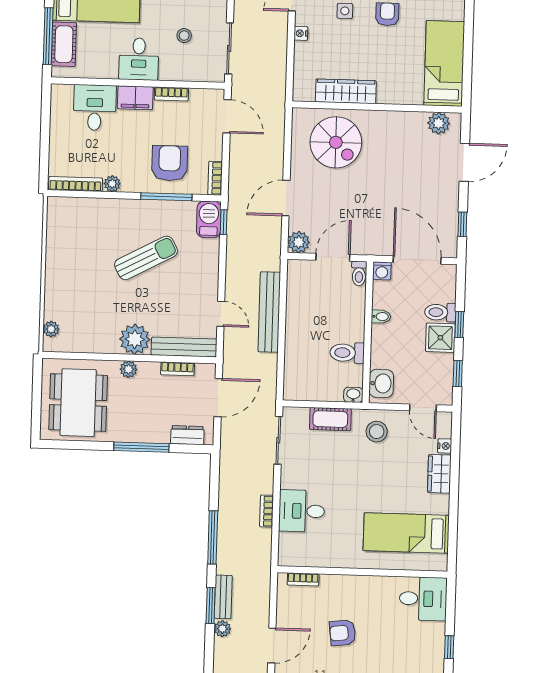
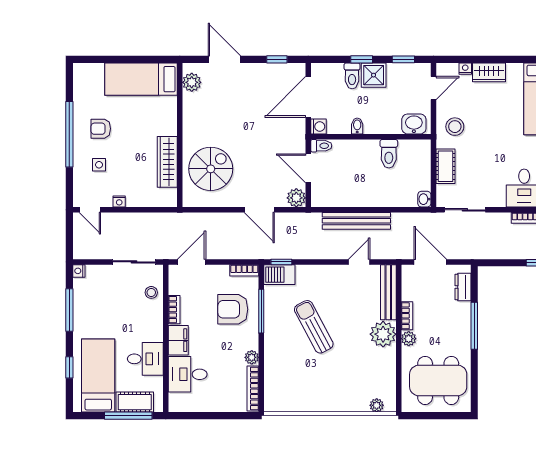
stool: (184, 36) -> (151, 292), moved
desk: (139, 59) -> (145, 359), moved
bookcase: (178, 369) -> (407, 316), moved
washbasin: (353, 395) -> (424, 199), moved

